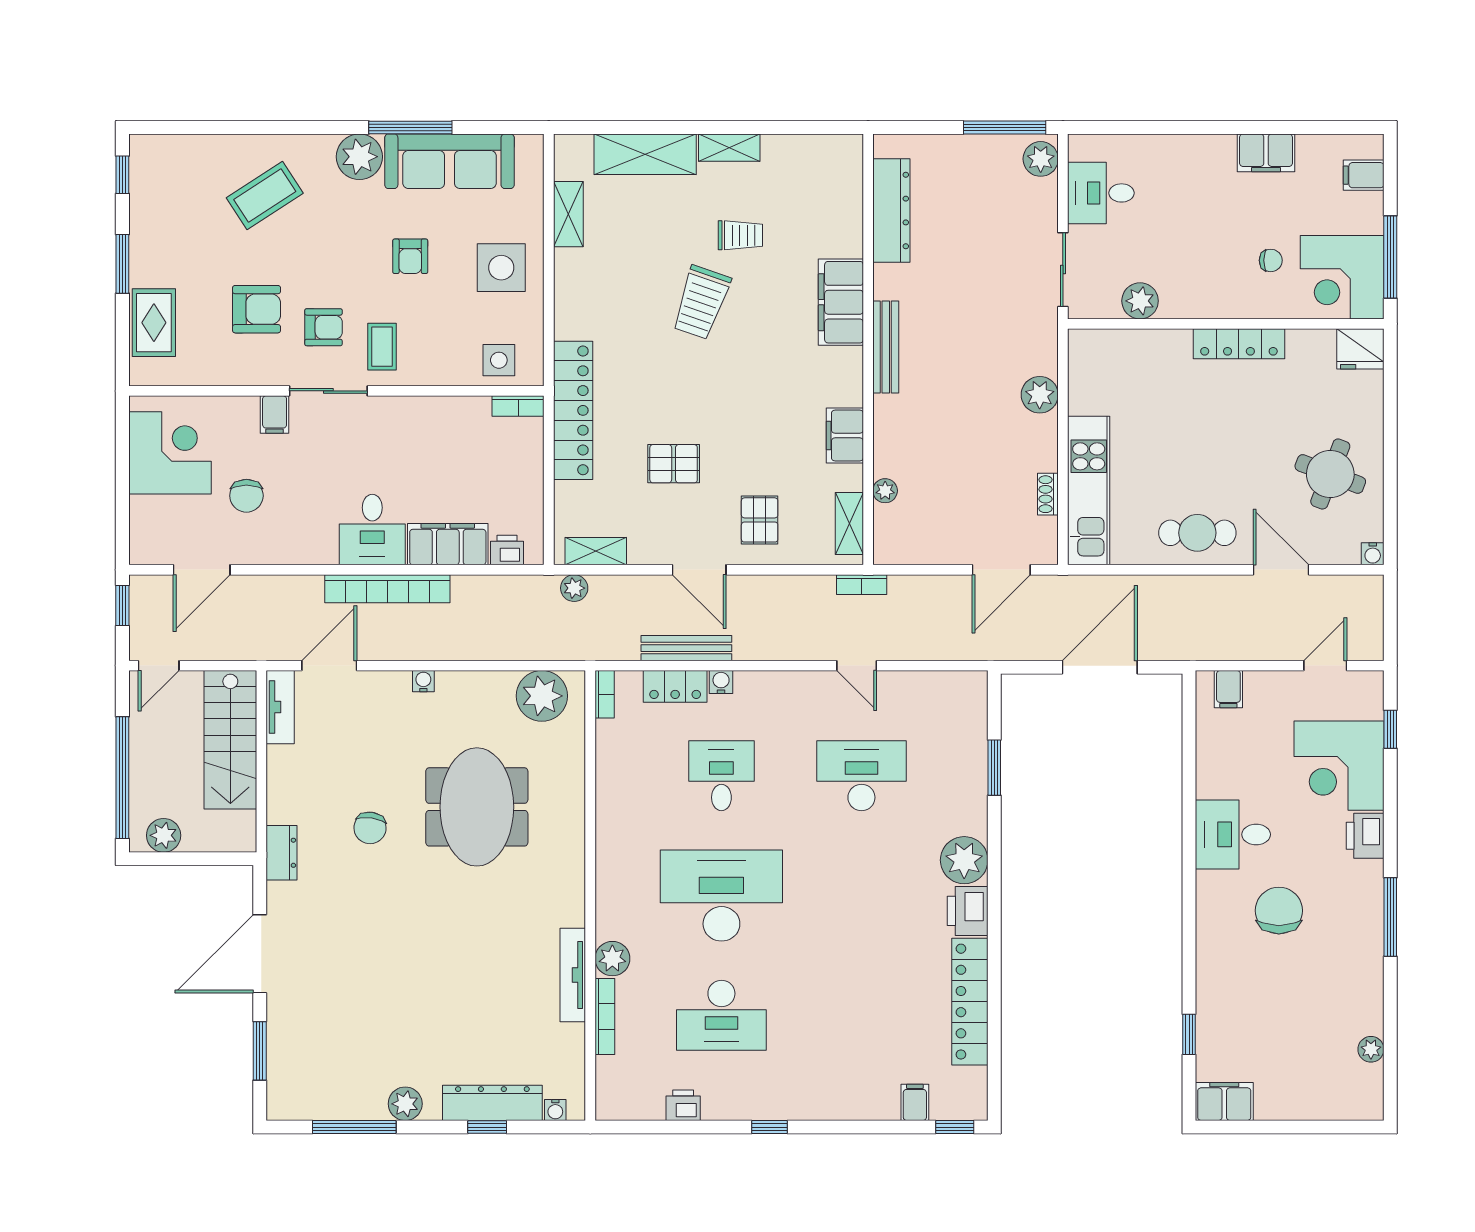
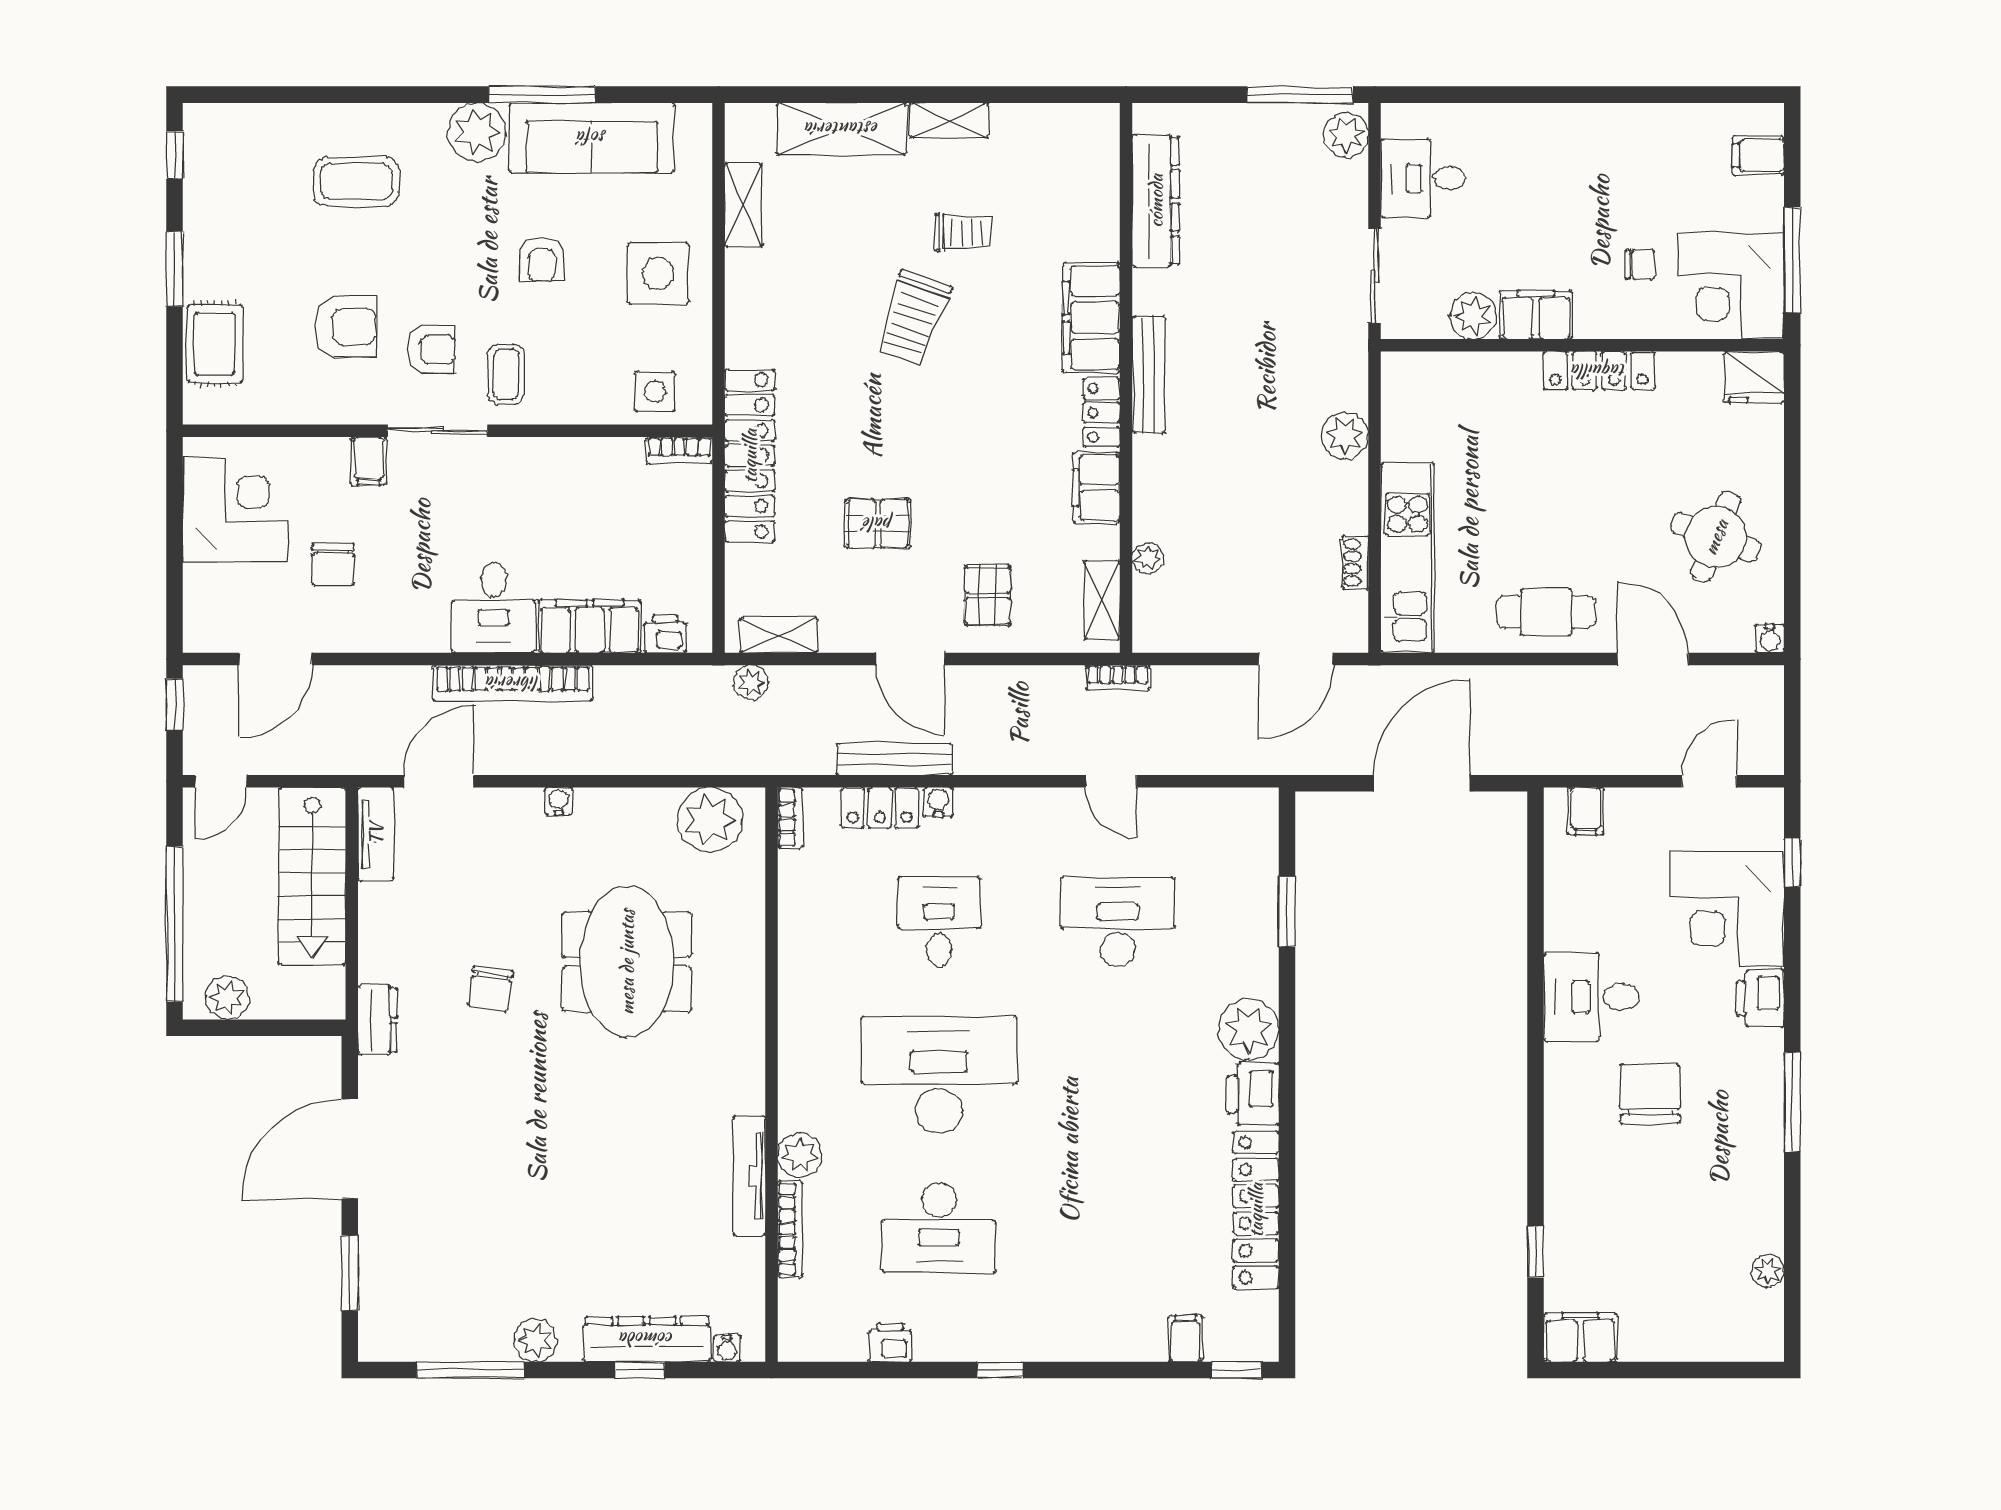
filing cabinet: (1266, 153) -> (1536, 315), moved, turned 180
coffee table: (265, 195) -> (356, 182), turned 33
locker: (849, 377) -> (1101, 413), added

